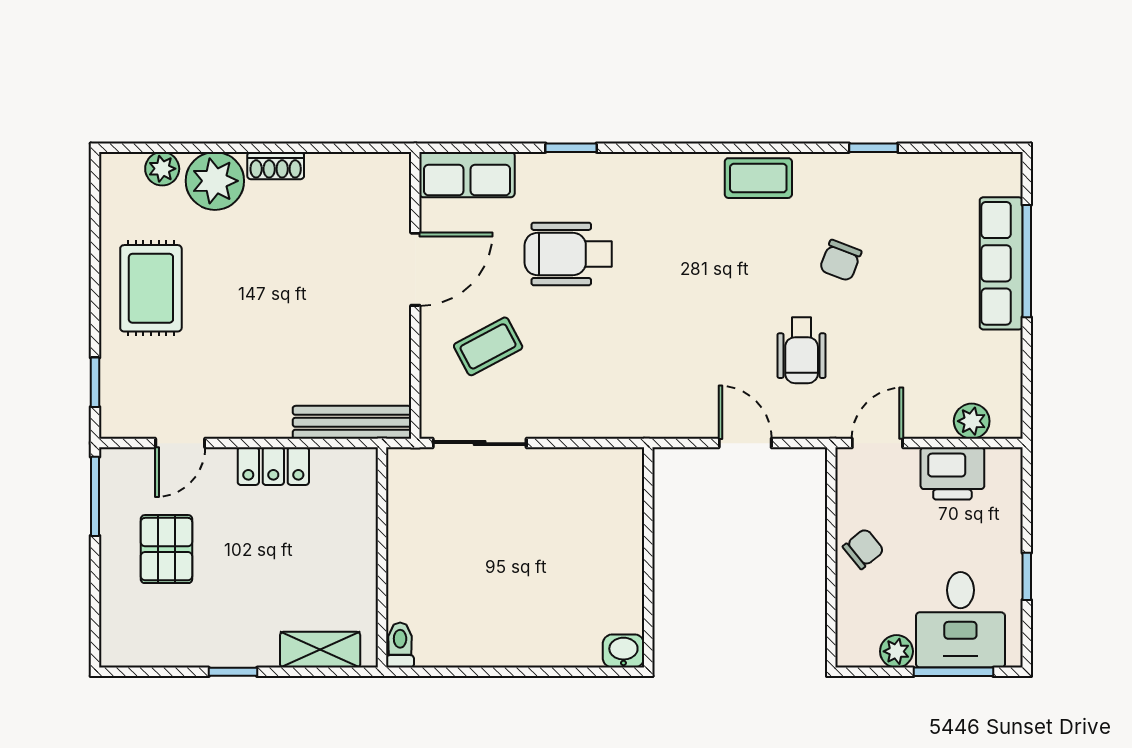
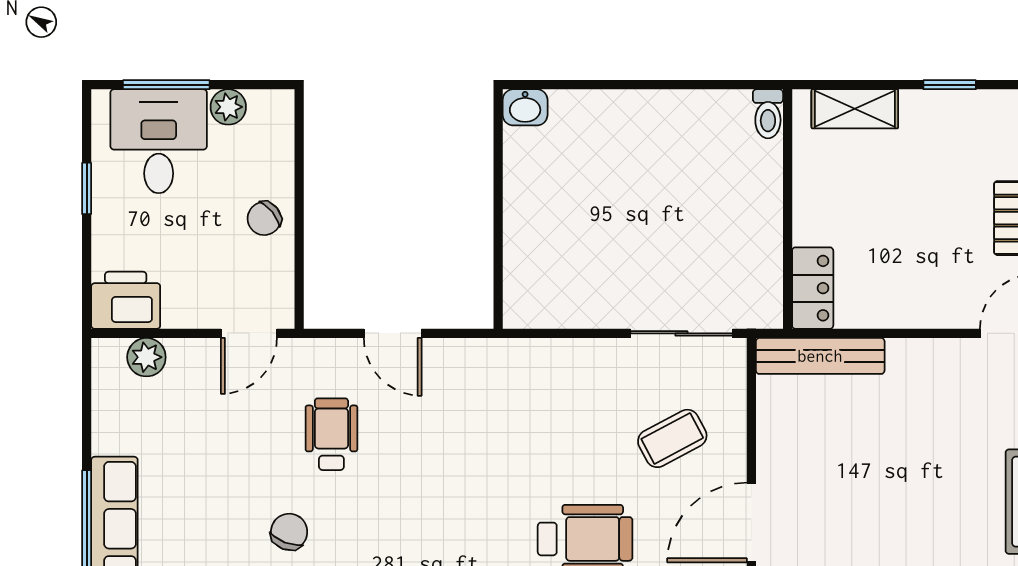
locker: (273, 466) -> (813, 288), moved, turned 90
printer: (952, 473) -> (126, 300), moved

